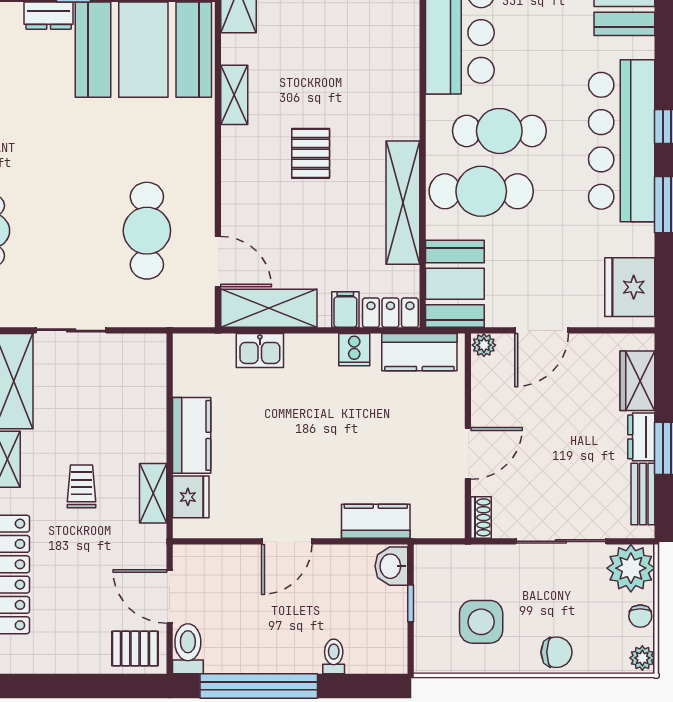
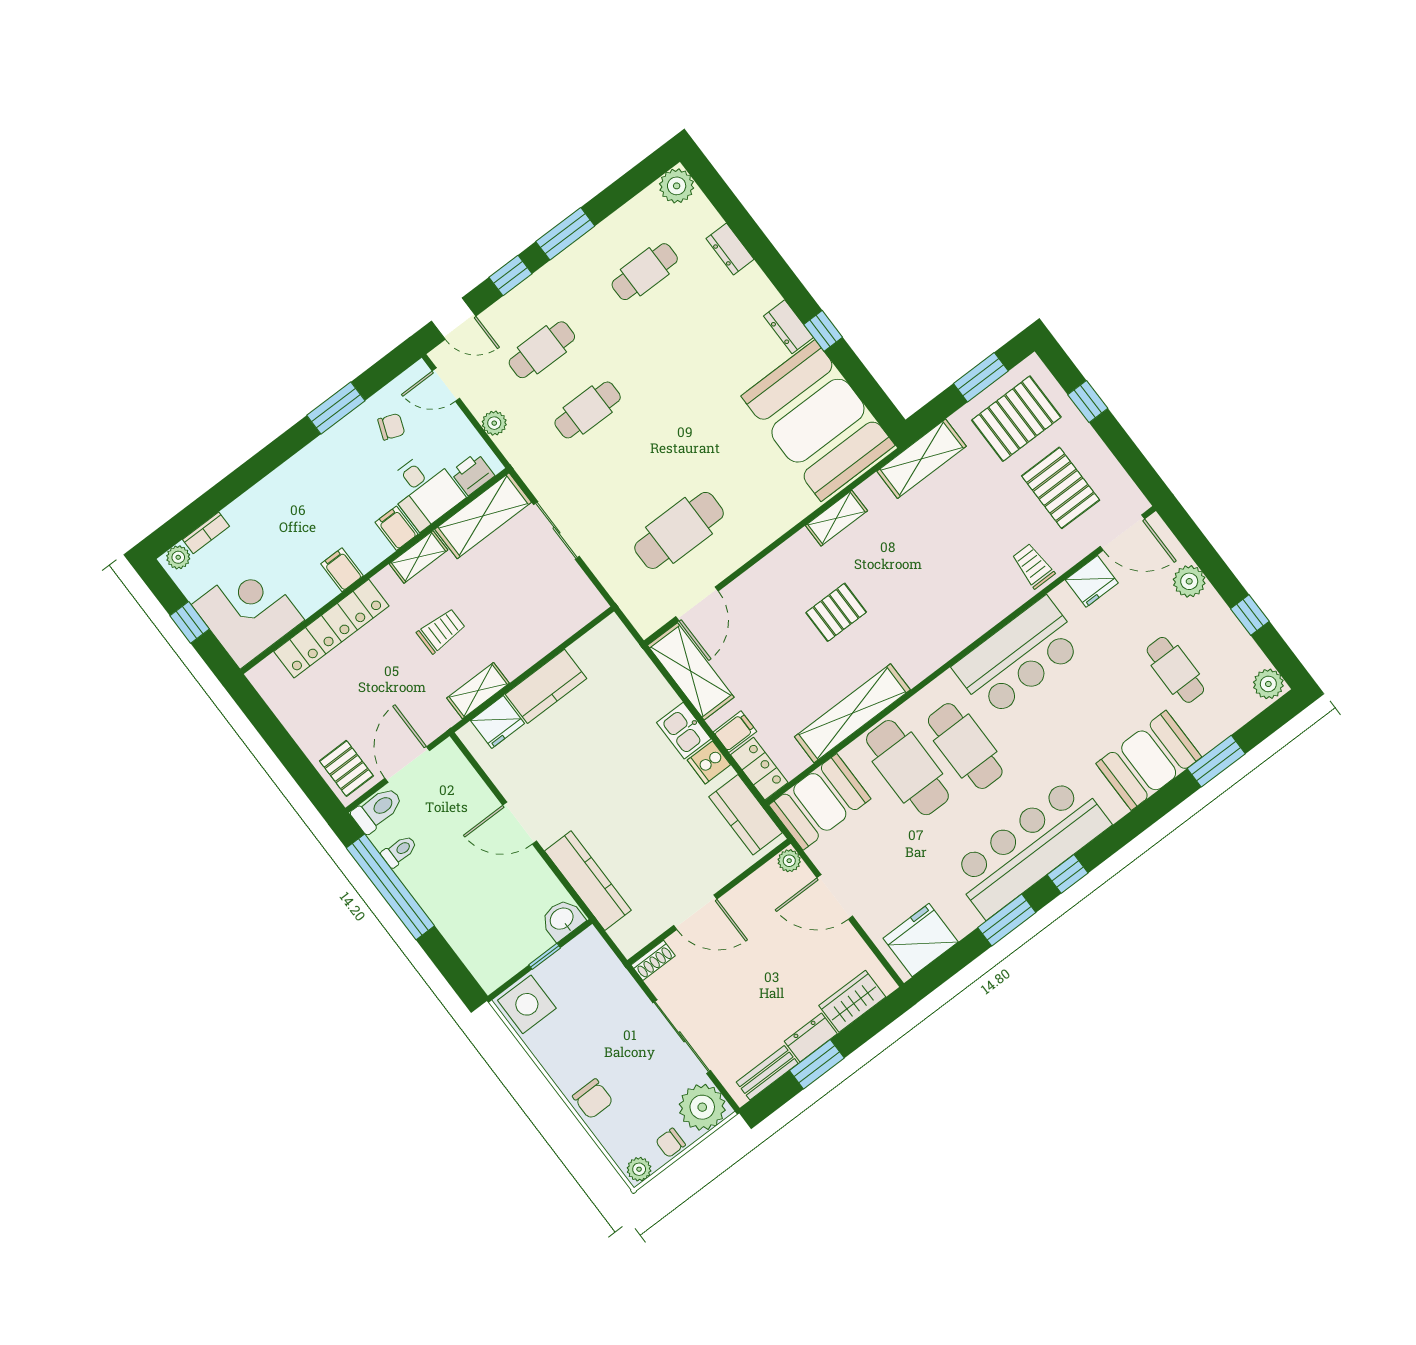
kitchen sink: (260, 351) -> (684, 731), moved
kitchen counter: (376, 521) -> (588, 881), width x1.50
side table: (481, 622) -> (527, 1004), moved
toilet: (334, 656) -> (399, 851), moved

